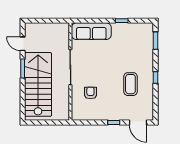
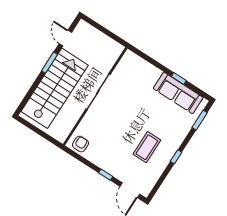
sofa: (91, 31) -> (178, 93), moved
armchair: (90, 93) -> (80, 144), moved

